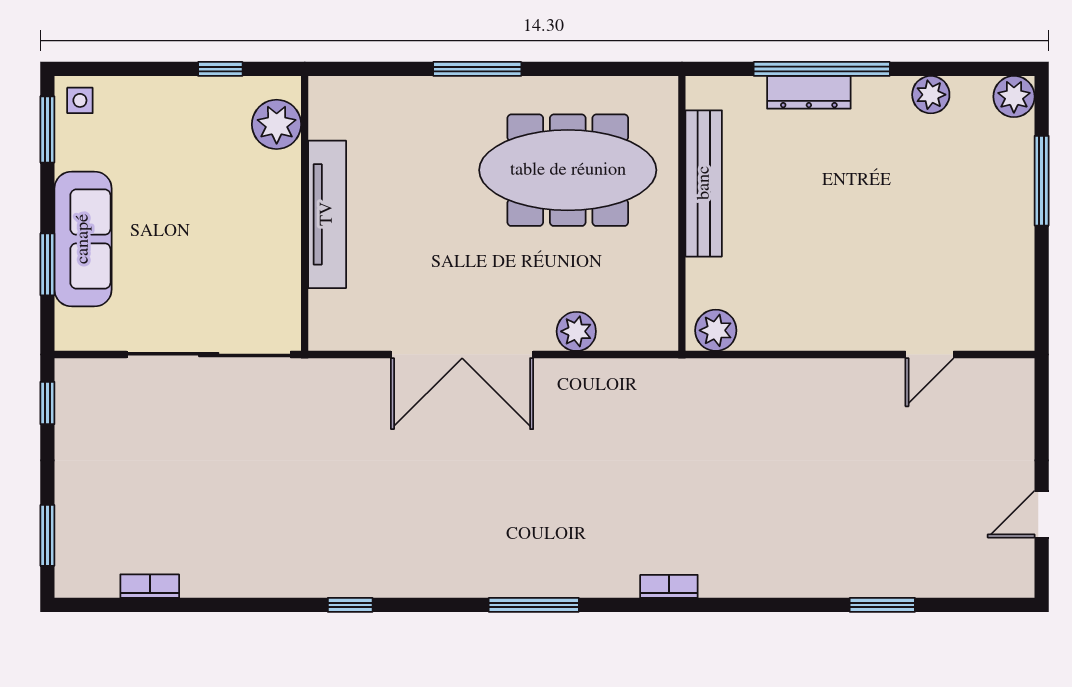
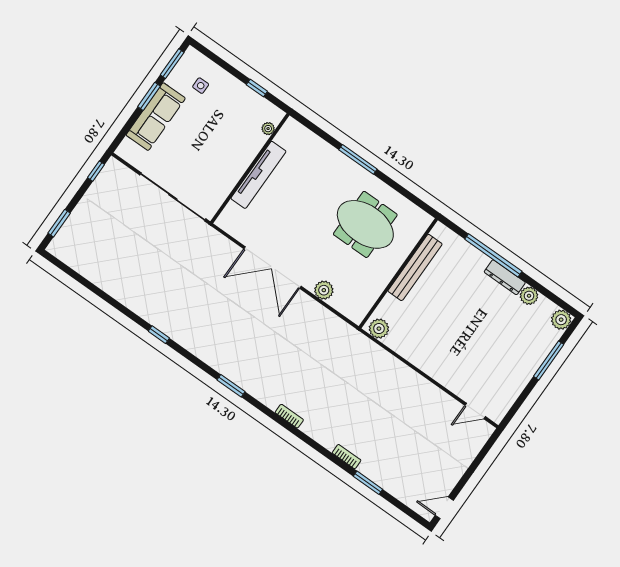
dresser: (809, 92) -> (505, 277), moved
side table: (80, 100) -> (201, 86), moved
plant: (277, 124) -> (268, 129), width x0.53, depth x0.53
meeting table: (568, 170) -> (365, 224), width x0.73
window: (47, 264) -> (149, 96), moved
door: (929, 355) -> (475, 411), moved
door: (1042, 514) -> (444, 508), moved
bookcase: (150, 586) -> (347, 457), moved
window: (534, 605) -> (231, 386), width x0.69

